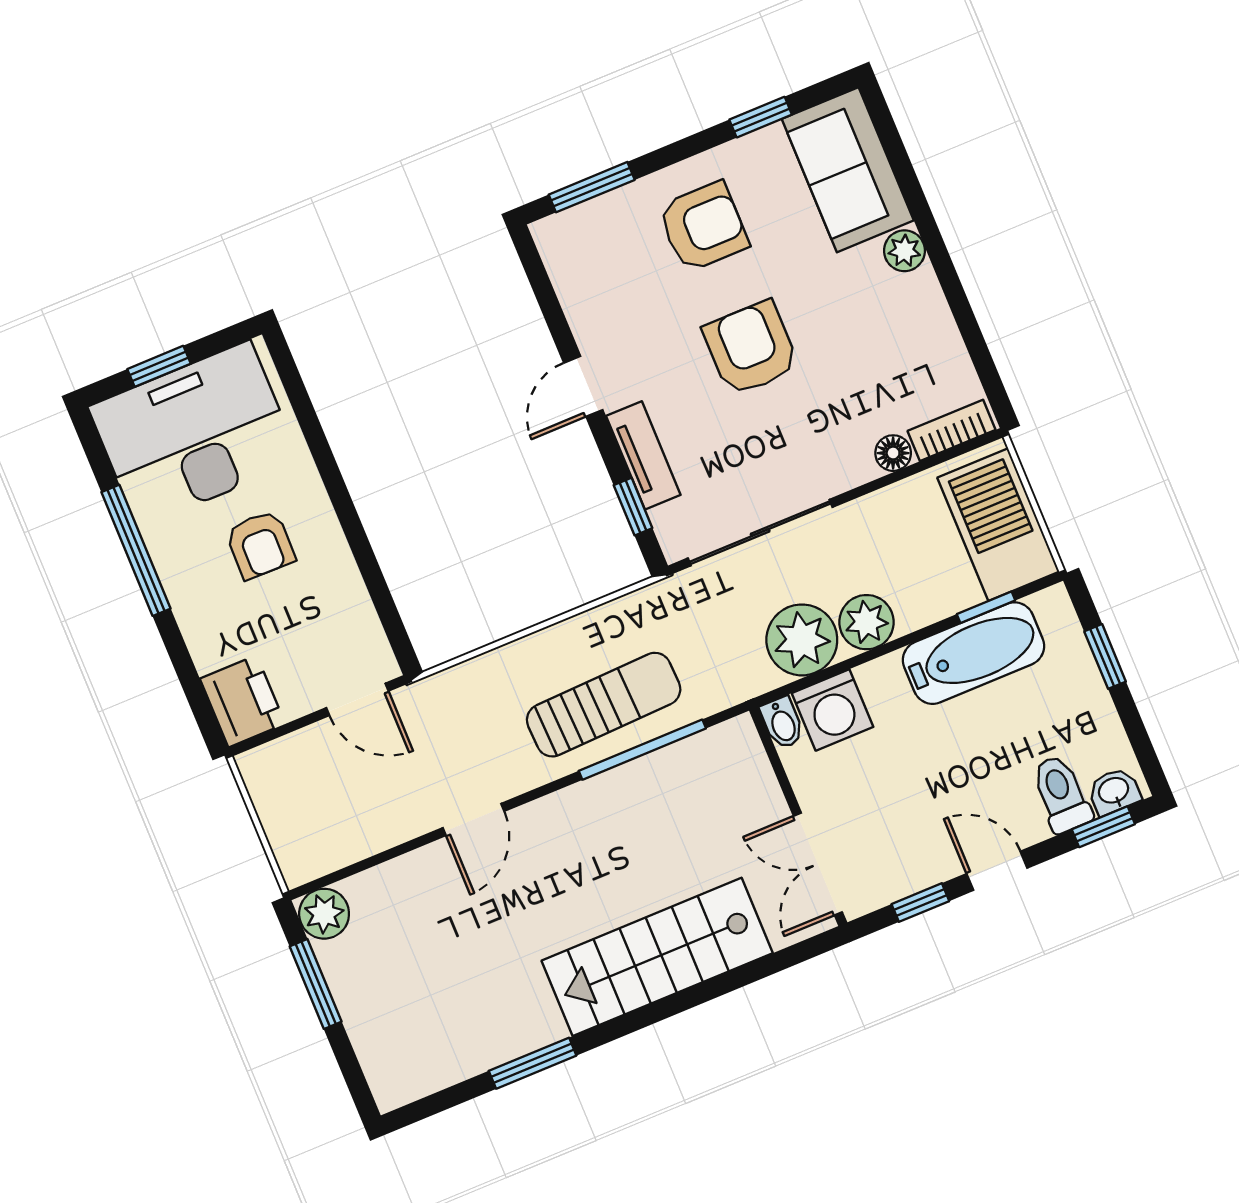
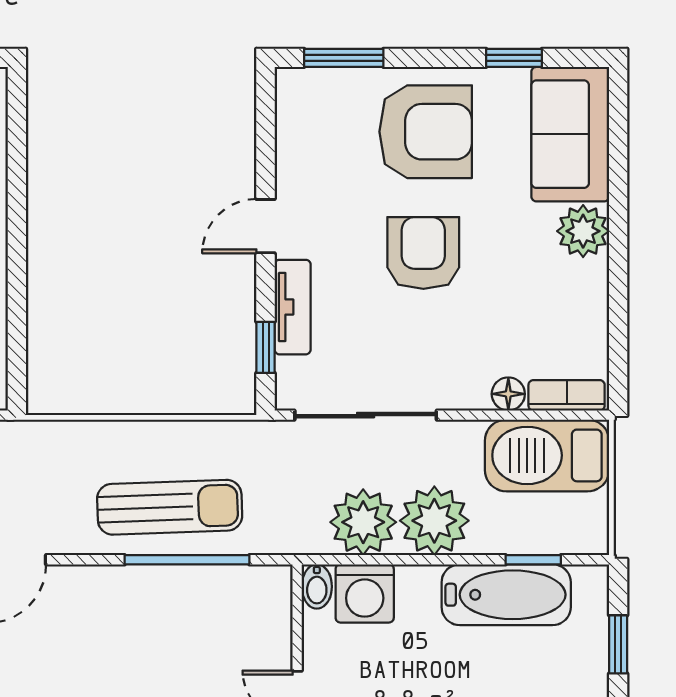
armchair: (703, 227) -> (426, 132), width x1.36, depth x1.36
plant: (904, 251) -> (583, 231), width x1.38, depth x1.38
barbecue: (998, 525) -> (547, 455), moved, turned -90
plant: (866, 622) -> (434, 521), width x1.36, depth x1.36

